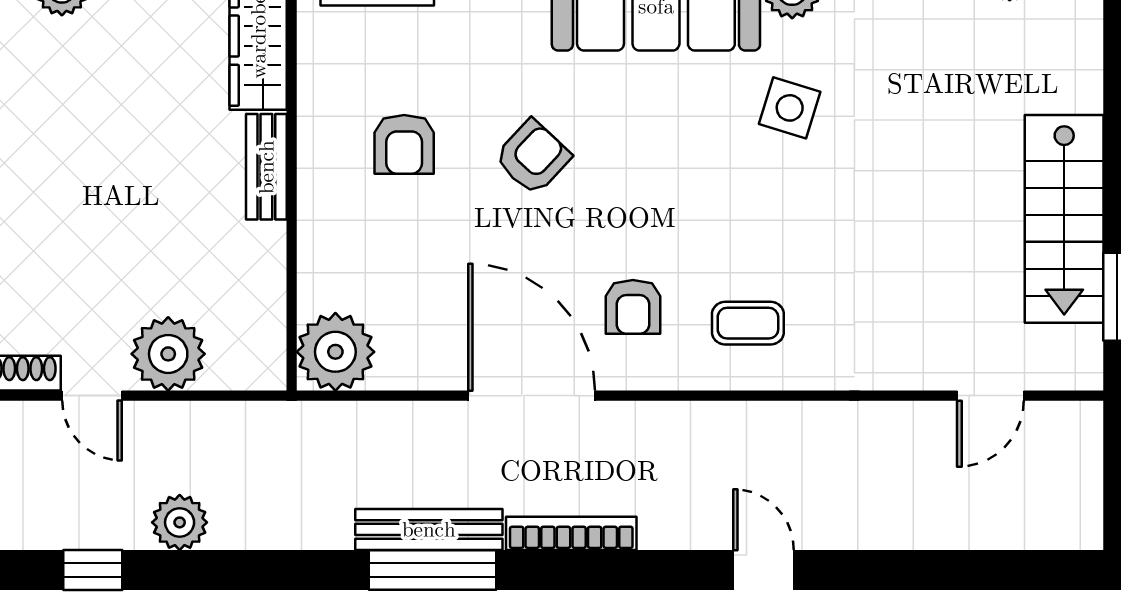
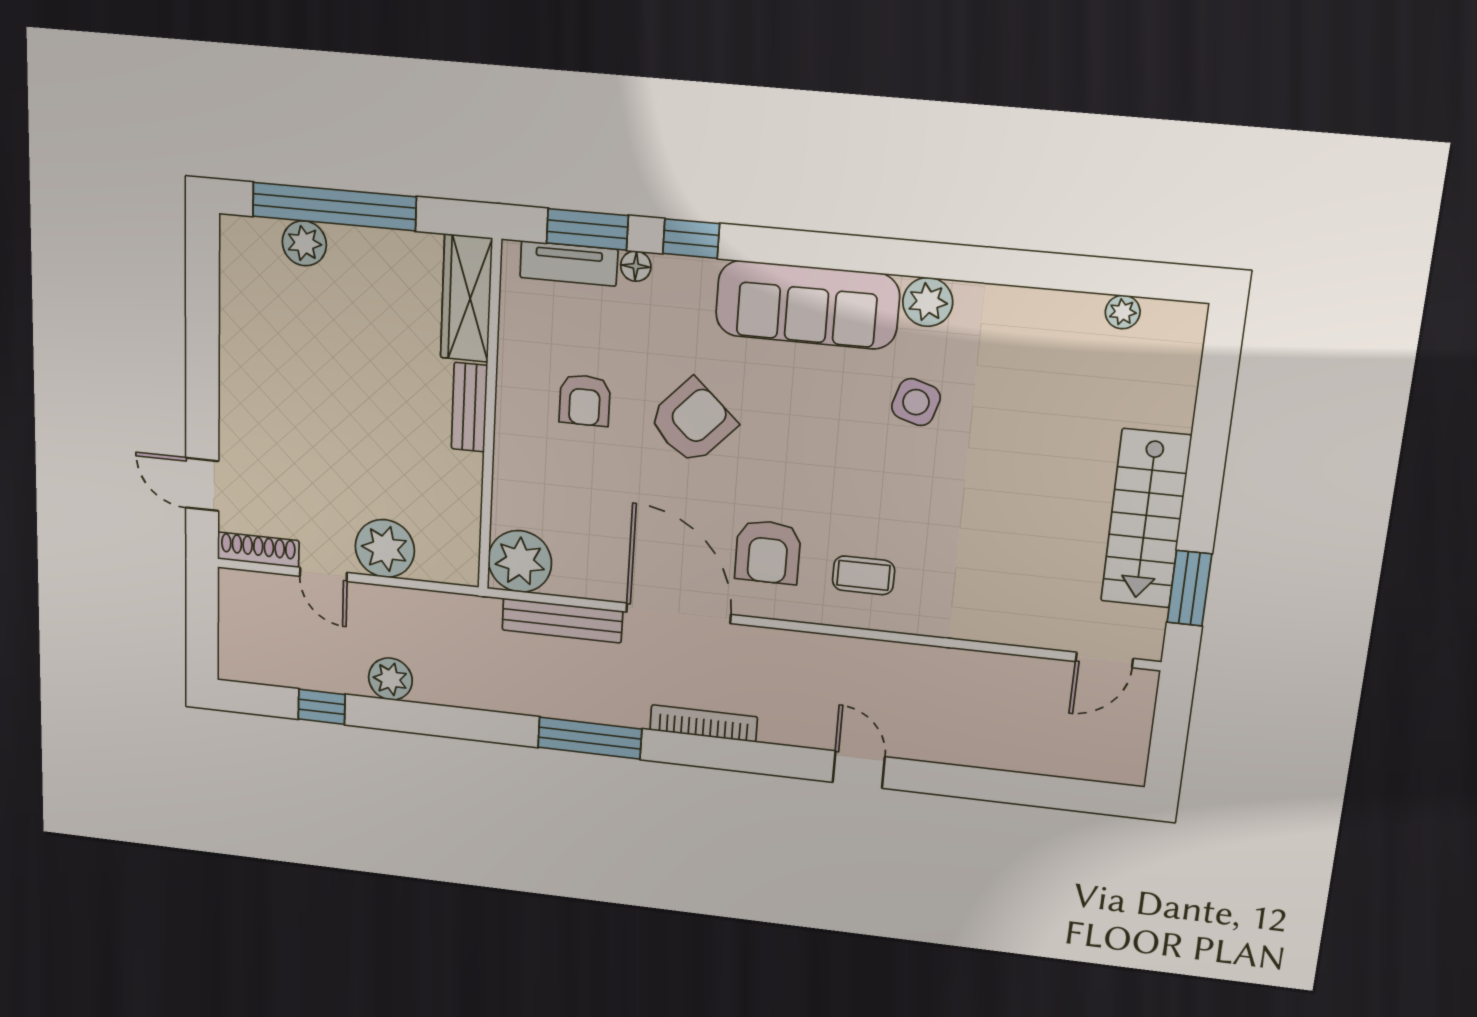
armchair: (533, 157) -> (692, 421), width x1.38, depth x1.38
armchair: (633, 307) -> (768, 552), width x1.38, depth x1.38
door: (990, 396) -> (1104, 660), moved
bench: (429, 529) -> (562, 621), moved

